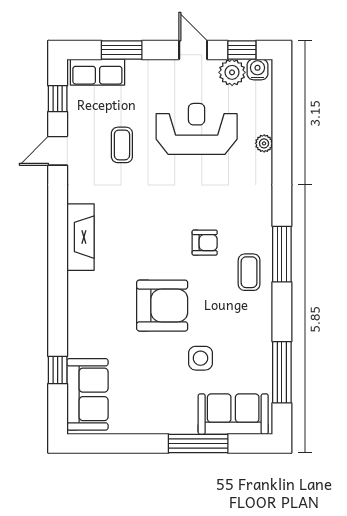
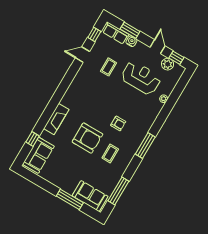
water cooler: (257, 69) -> (131, 41), moved
fireplace: (80, 237) -> (56, 119), moved
coffee table: (249, 272) -> (110, 154), moved
side table: (200, 358) -> (90, 167), removed

